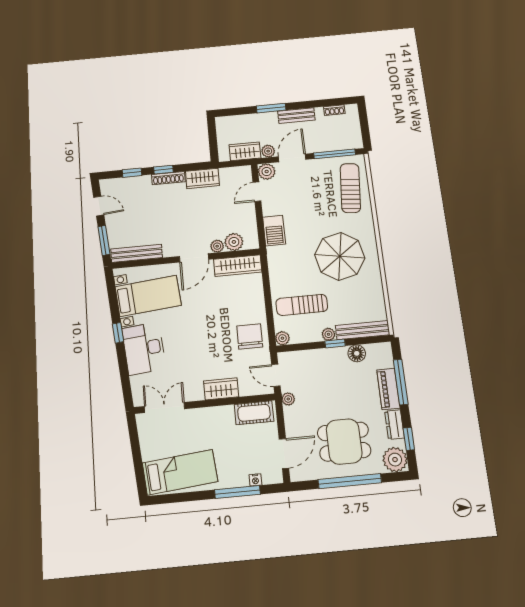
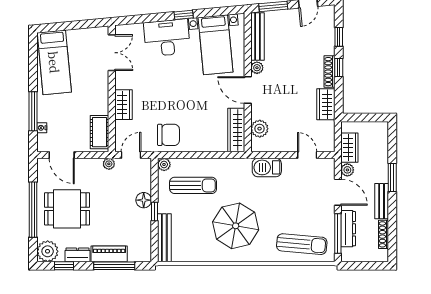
shoe rack: (334, 110) -> (384, 234), width x1.43
dresser: (328, 145) -> (348, 229), added
plant: (267, 172) -> (327, 166), removed
plant: (217, 246) -> (257, 68), moved
sun lounger: (302, 305) -> (193, 185), turned 90
plant: (328, 334) -> (164, 207), removed
floor lamp: (357, 353) -> (144, 200), moved
dining table: (344, 442) -> (67, 209), turned 90

